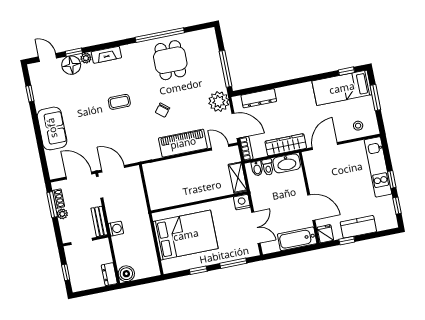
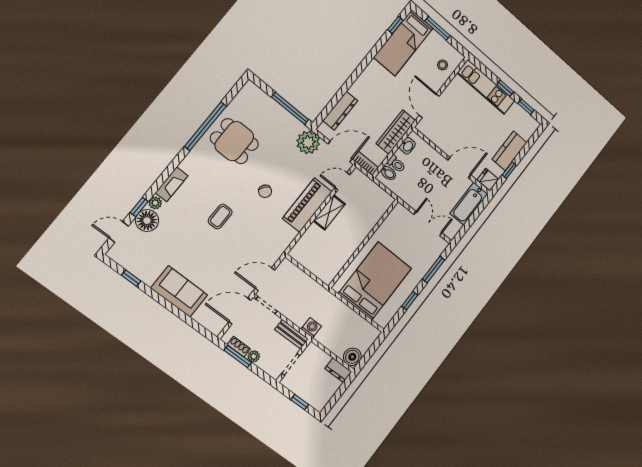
washbasin: (287, 163) -> (407, 146), width x0.52, depth x0.69
shelving: (238, 178) -> (329, 212), moved, turned 90
nightstand: (242, 202) -> (399, 212), removed

